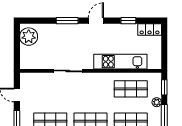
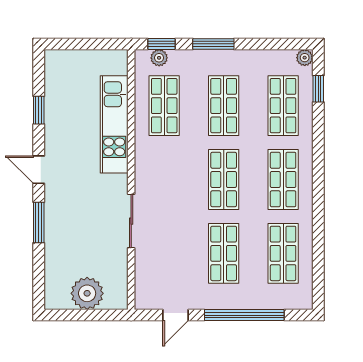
locker: (150, 29) -> (55, 71), removed
plant: (29, 37) -> (87, 293), moved
plant: (157, 102) -> (159, 58), moved

